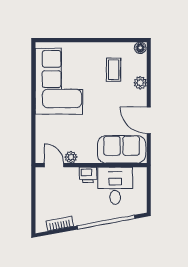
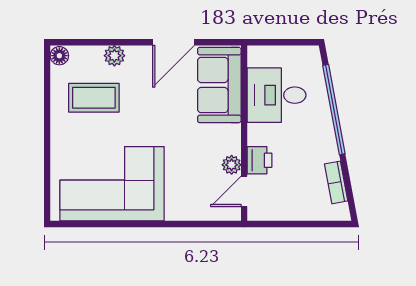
coffee table: (114, 70) -> (94, 98), width x1.36, depth x1.30
printer: (88, 175) -> (259, 160), moved

